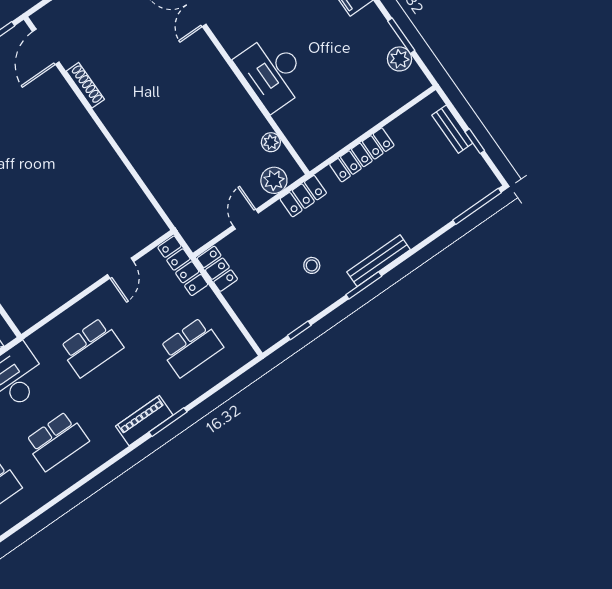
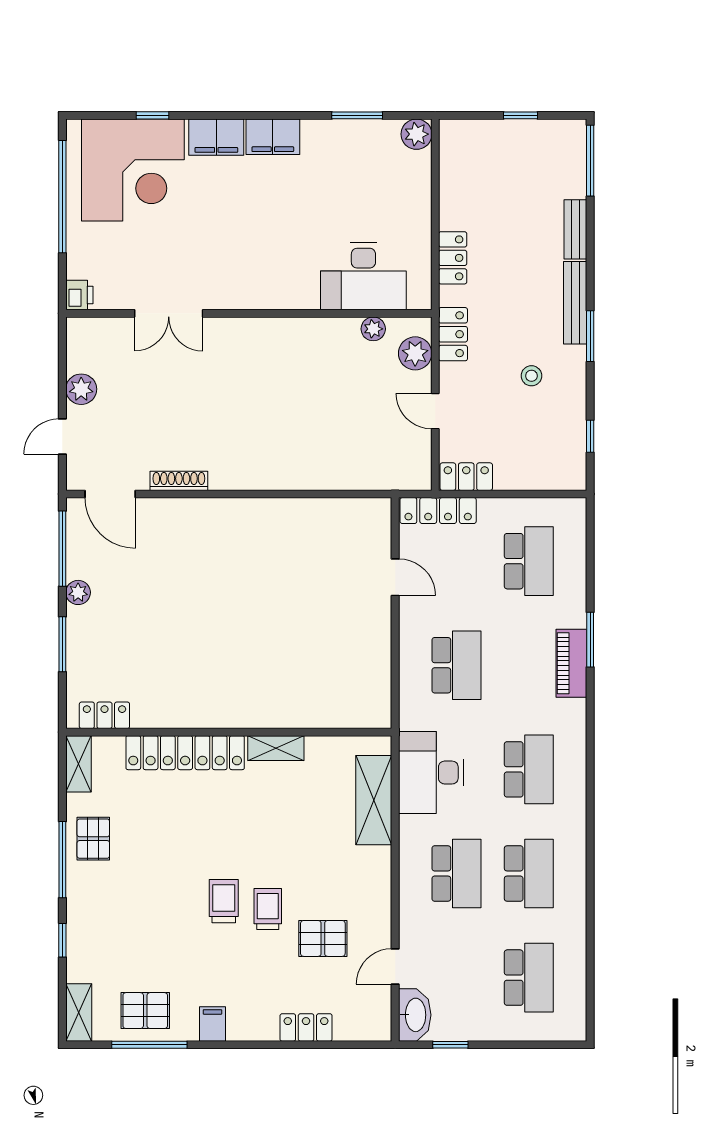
plant: (399, 59) -> (416, 134), moved
desk: (273, 72) -> (363, 276), moved
bench: (452, 129) -> (575, 229), moved, turned 90
locker: (362, 155) -> (453, 258), width x0.66

